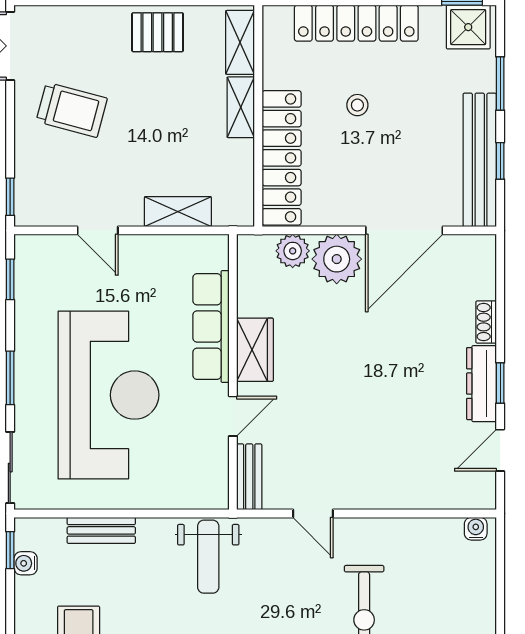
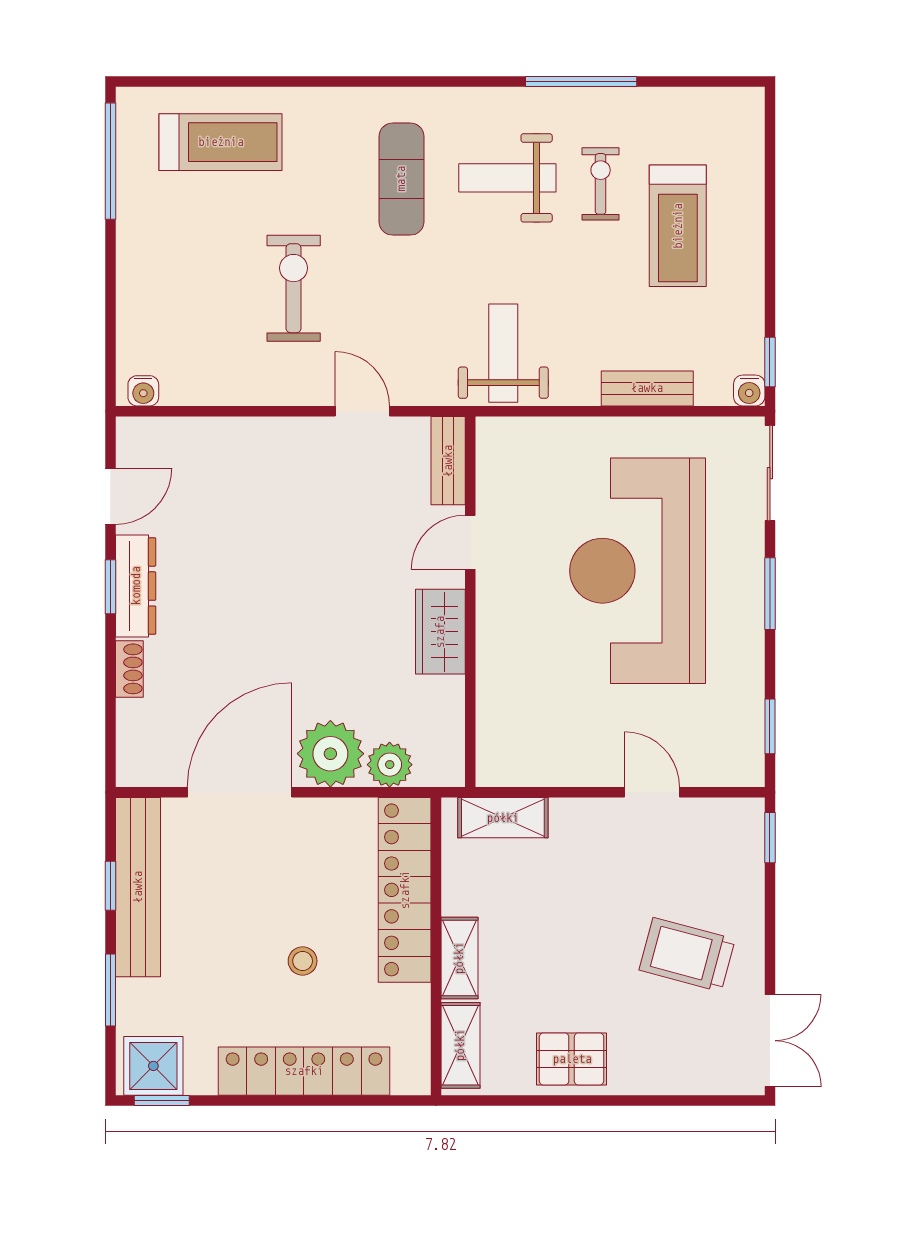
shelving: (178, 212) -> (503, 818), moved
row of seats: (211, 326) -> (500, 663), removed
water cooler: (26, 563) -> (749, 390), moved, turned 90

